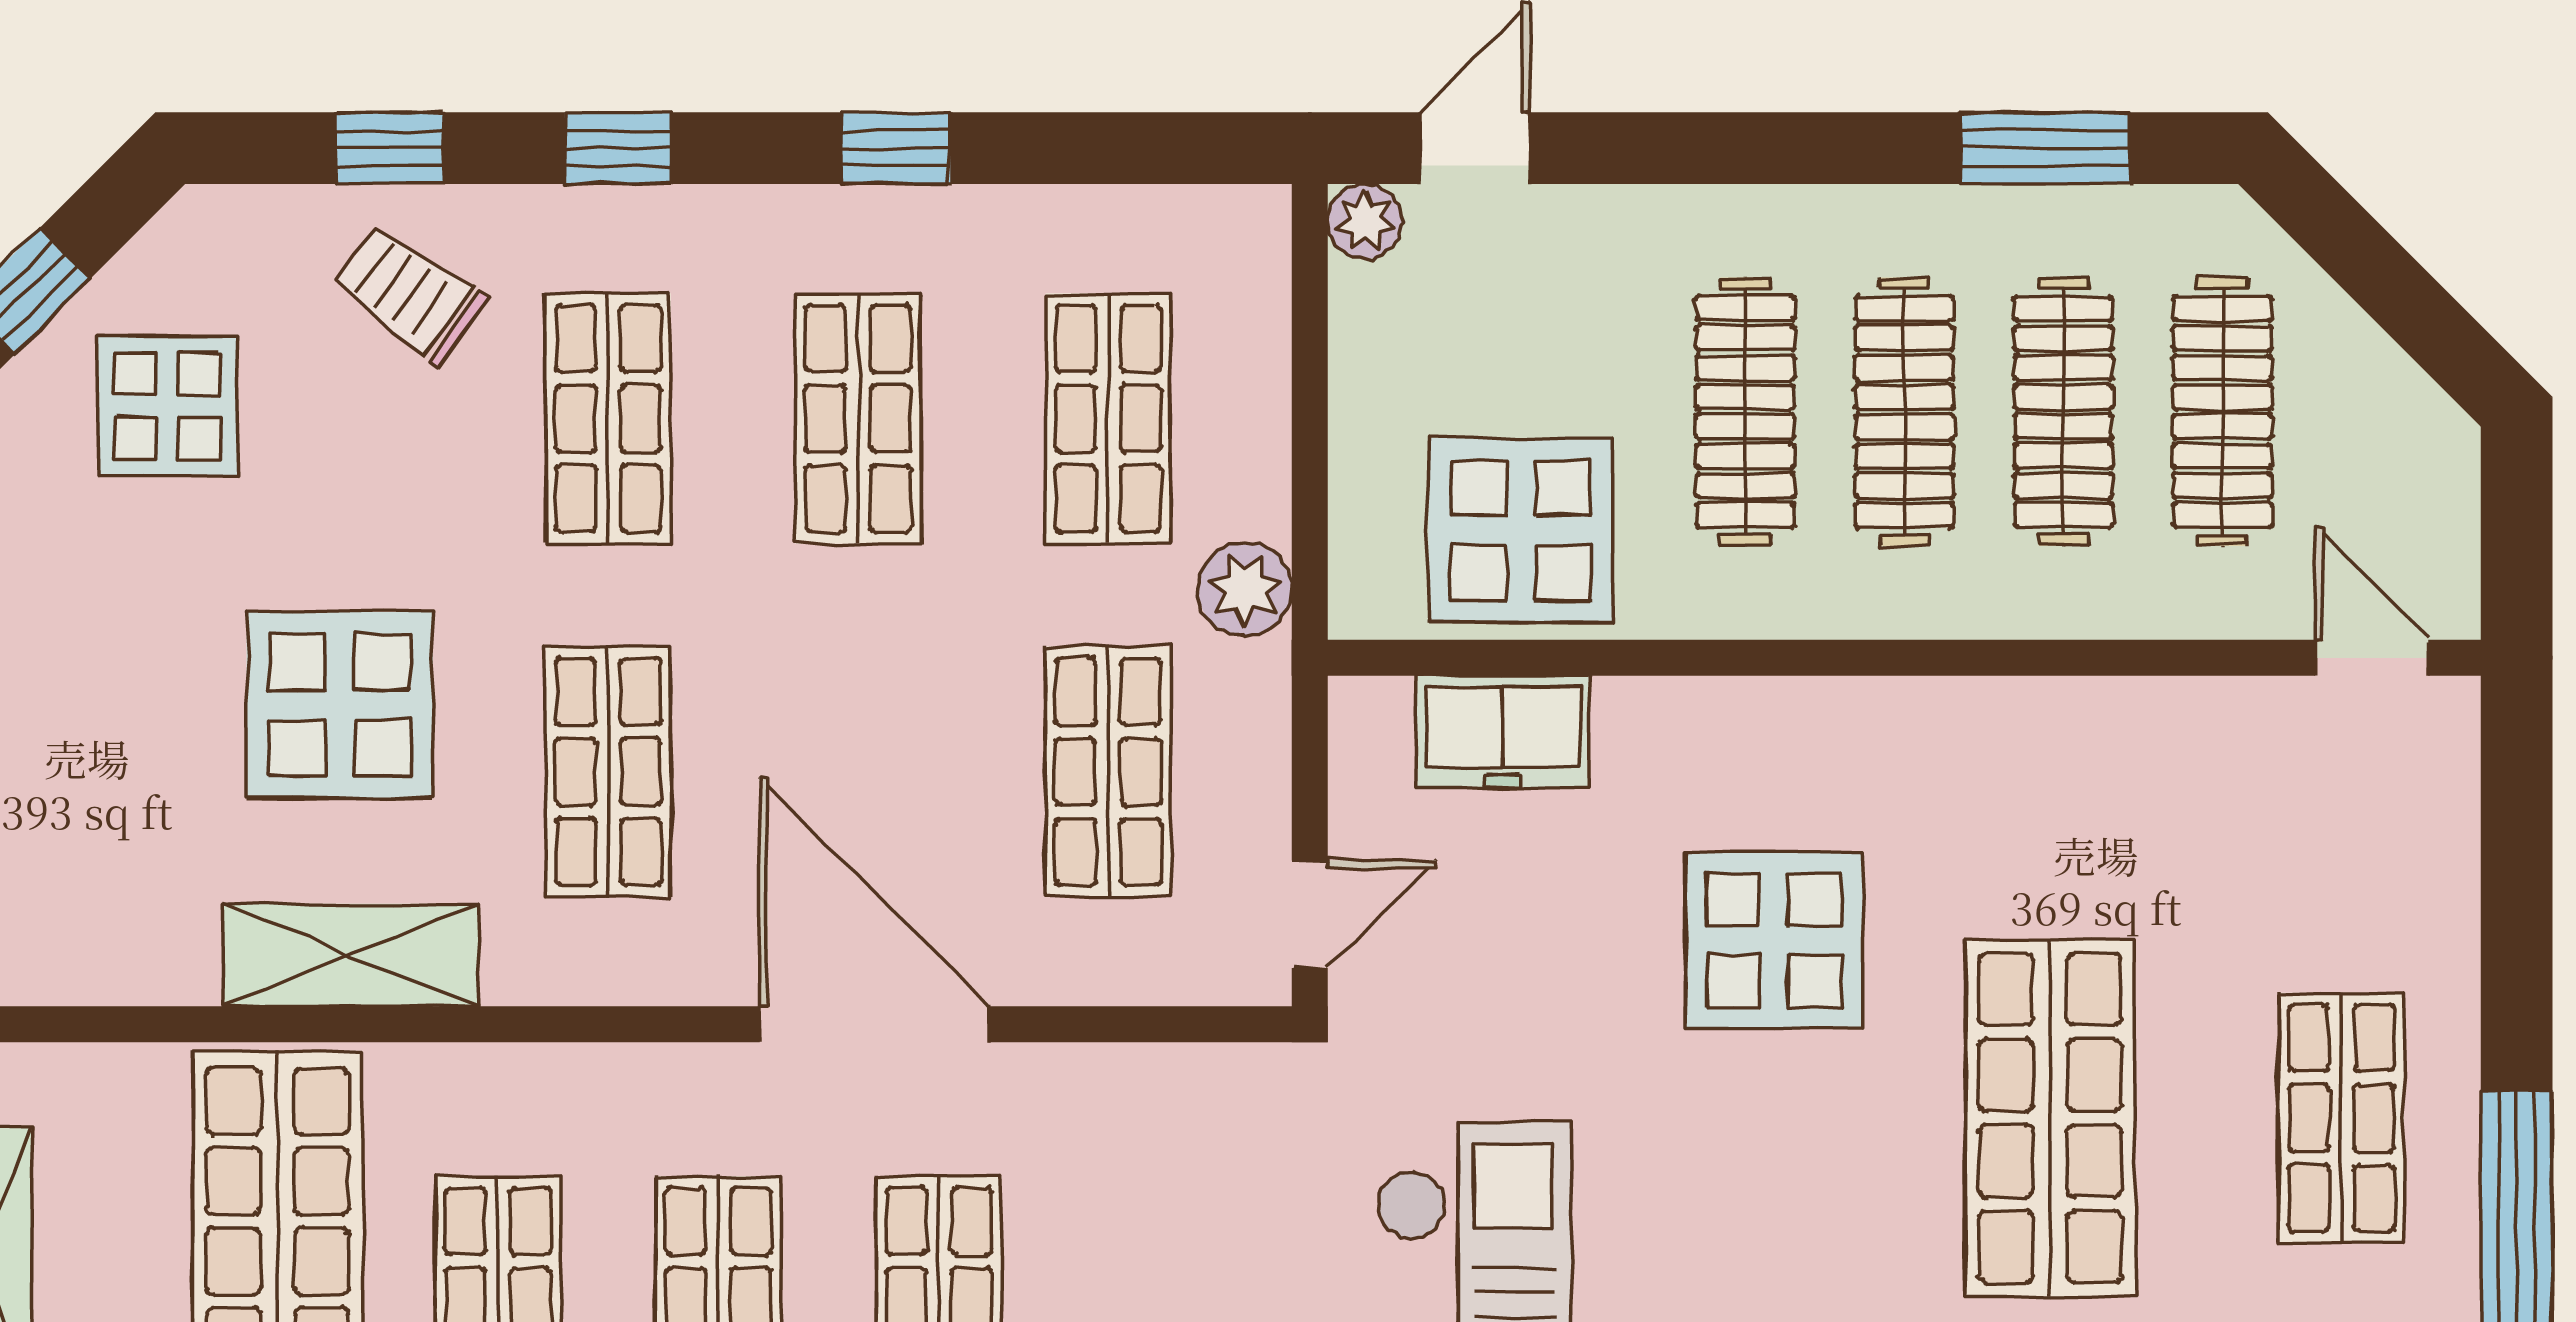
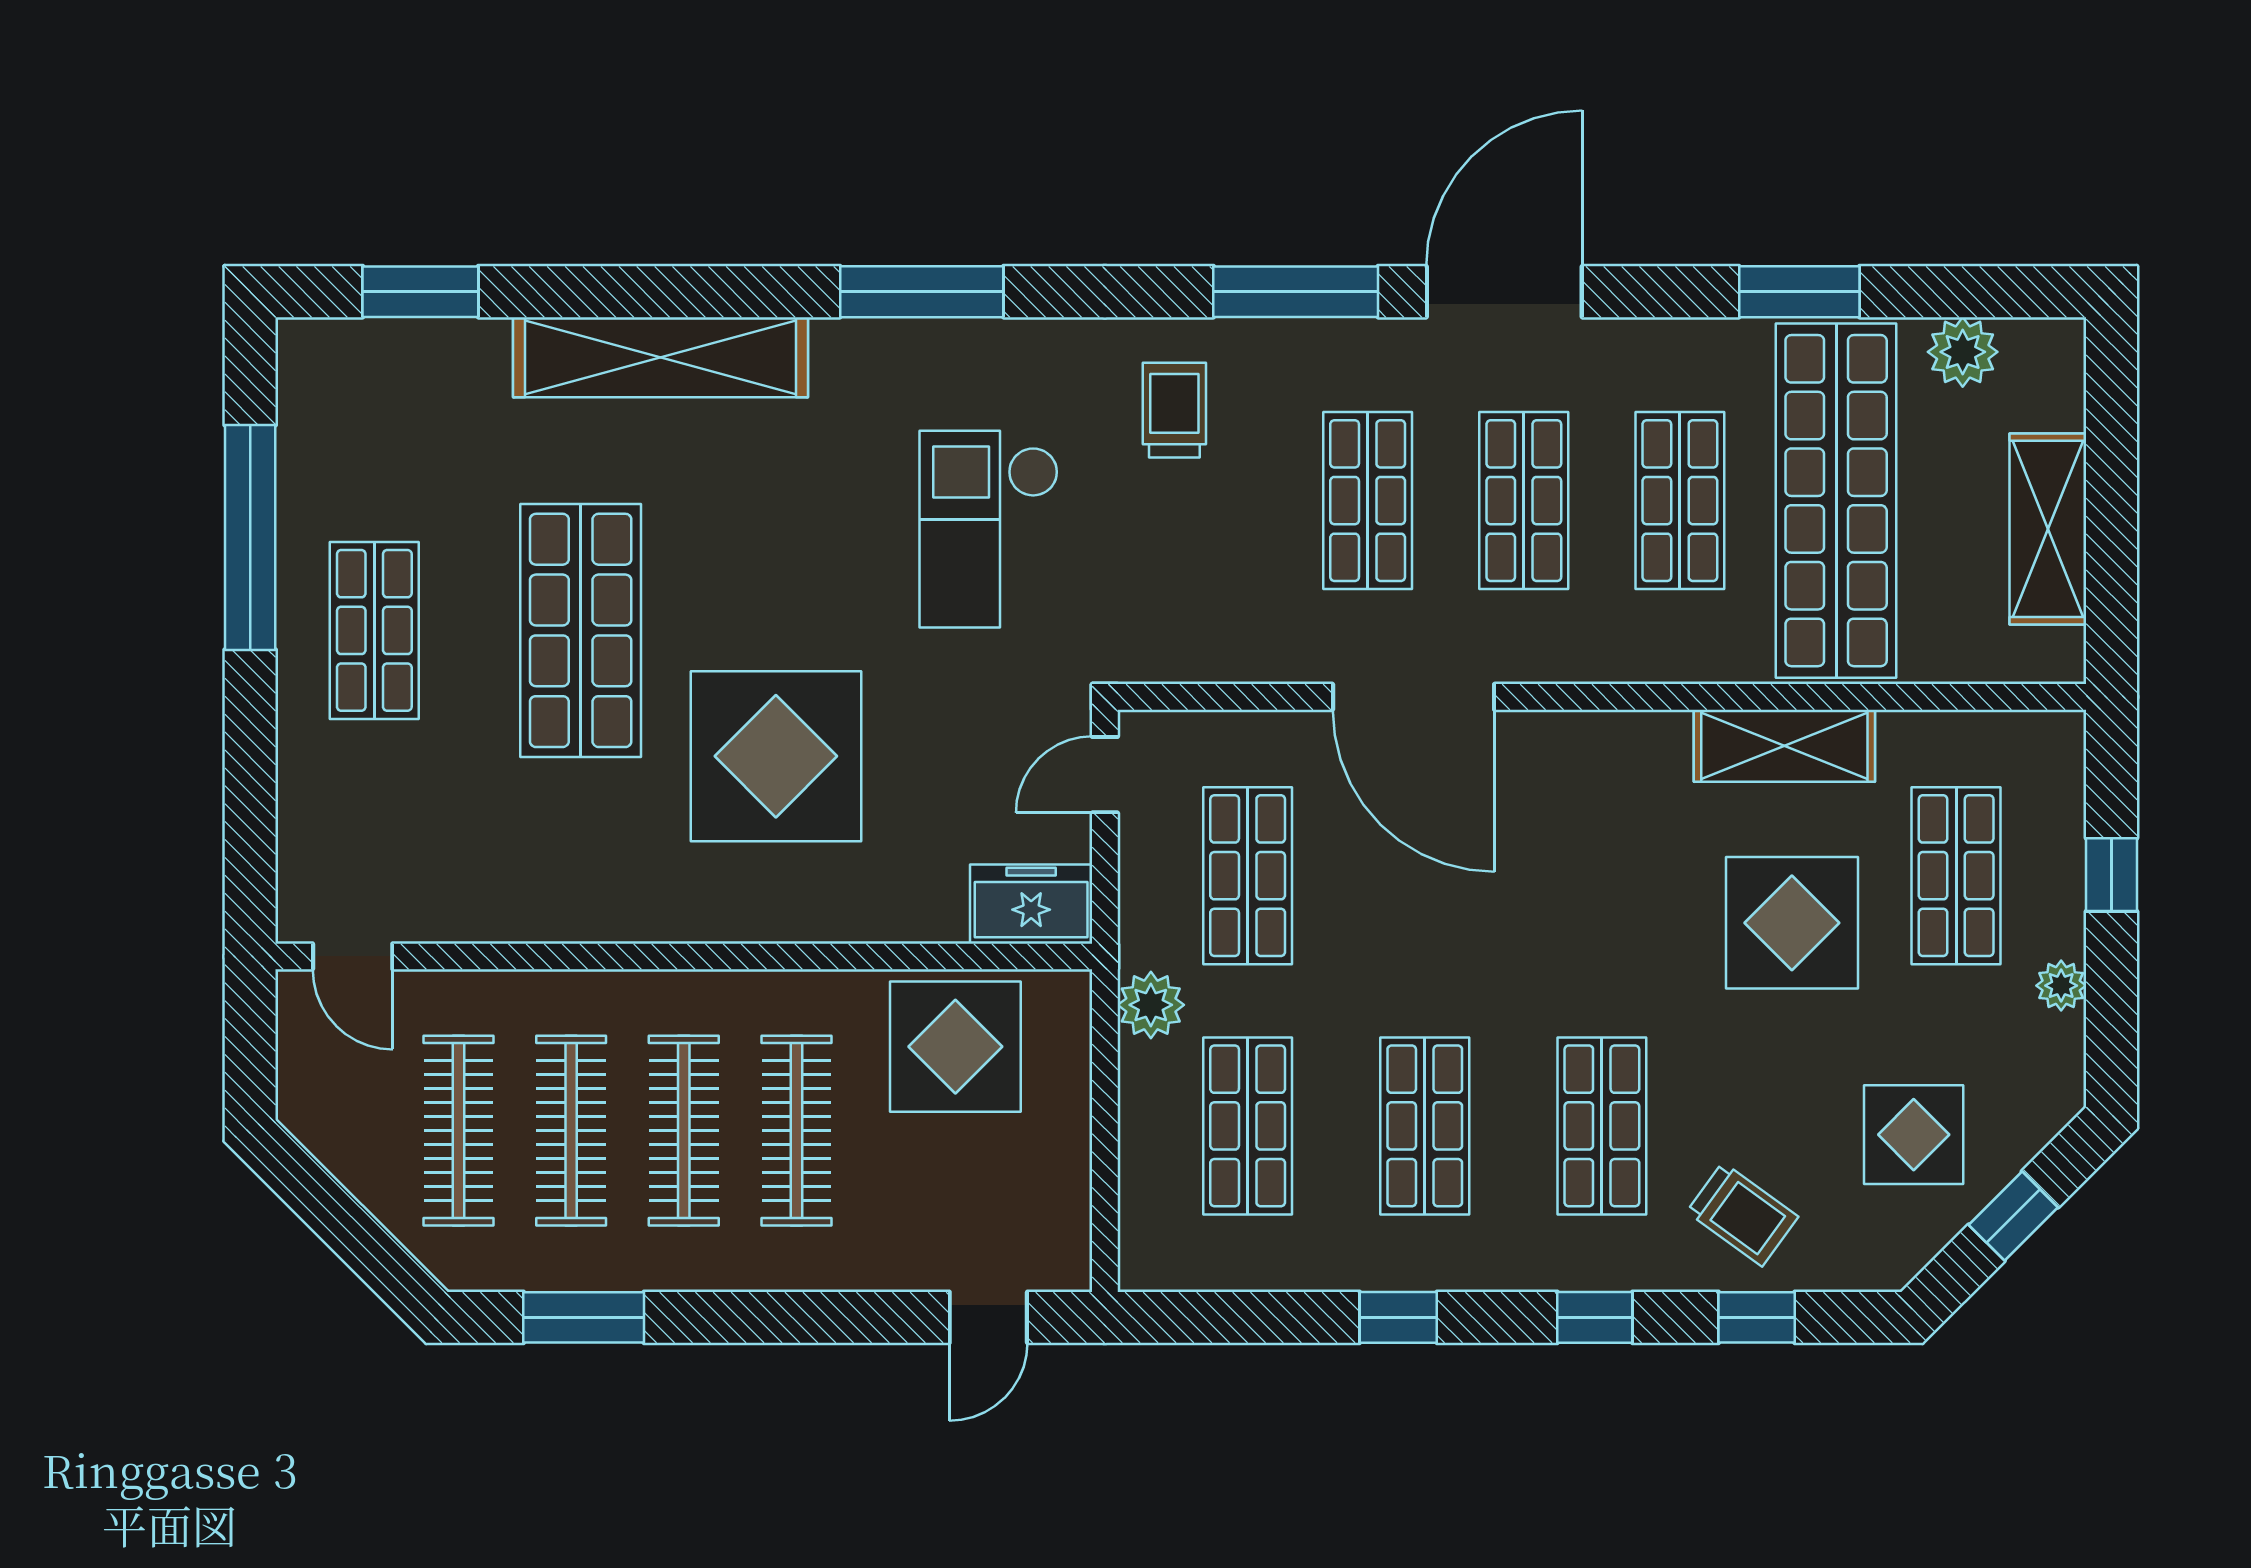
plant: (1365, 221) -> (1066, 1265), removed
freezer: (1503, 732) -> (1031, 904), moved
shop shelf: (608, 772) -> (1956, 876), moved
display table: (1774, 940) -> (776, 756), width x1.36, depth x1.36

